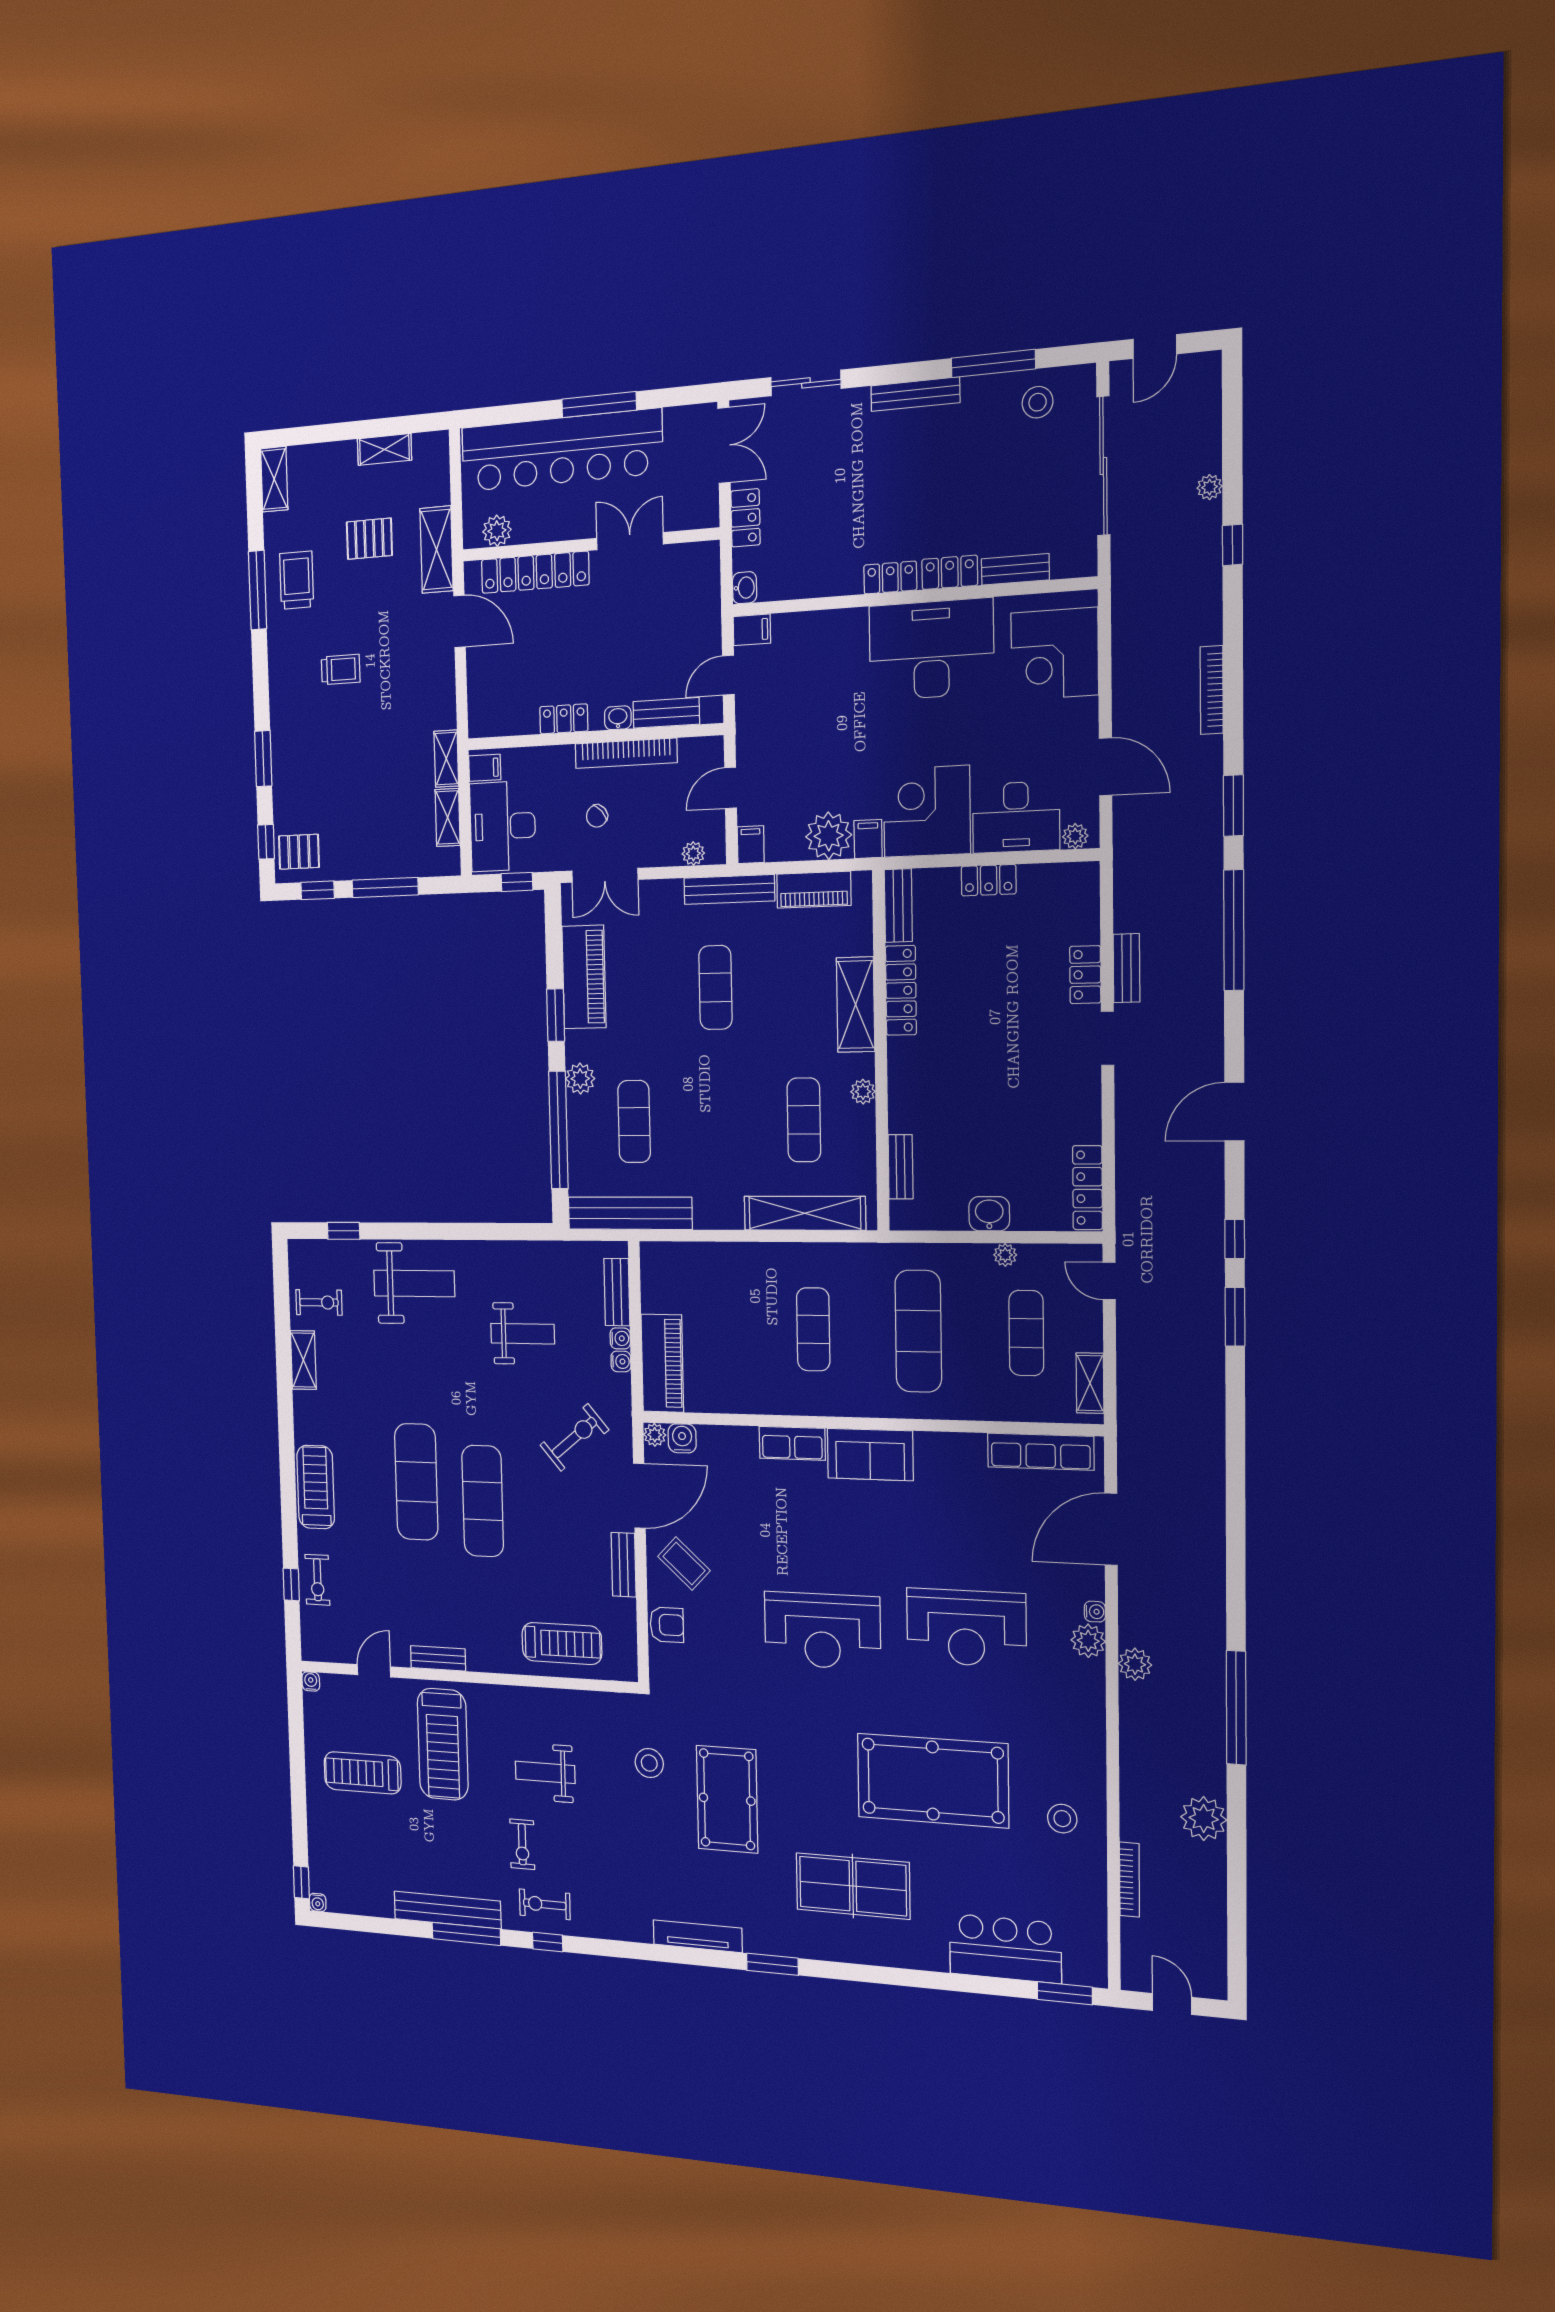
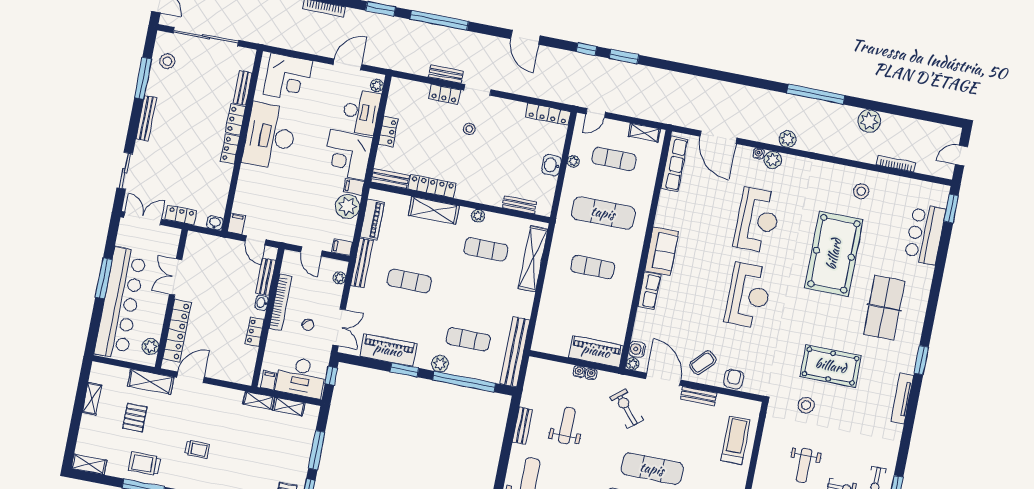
trolley: (341, 669) -> (197, 449), turned 90
stool: (1027, 1039) -> (469, 129), added
bench: (617, 1292) -> (522, 426), moved, turned 90

